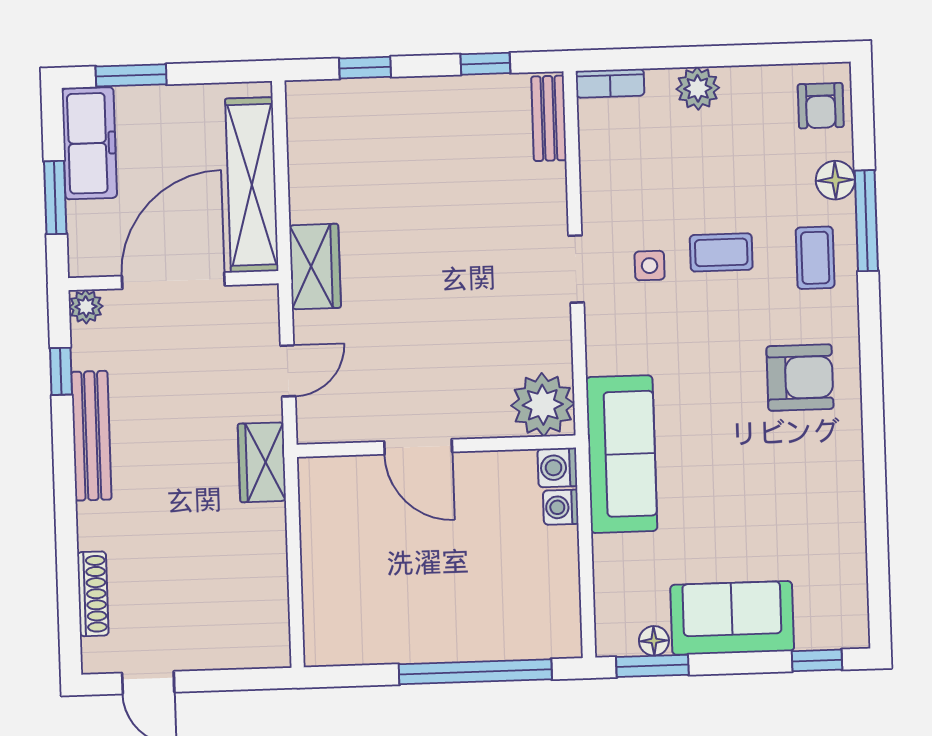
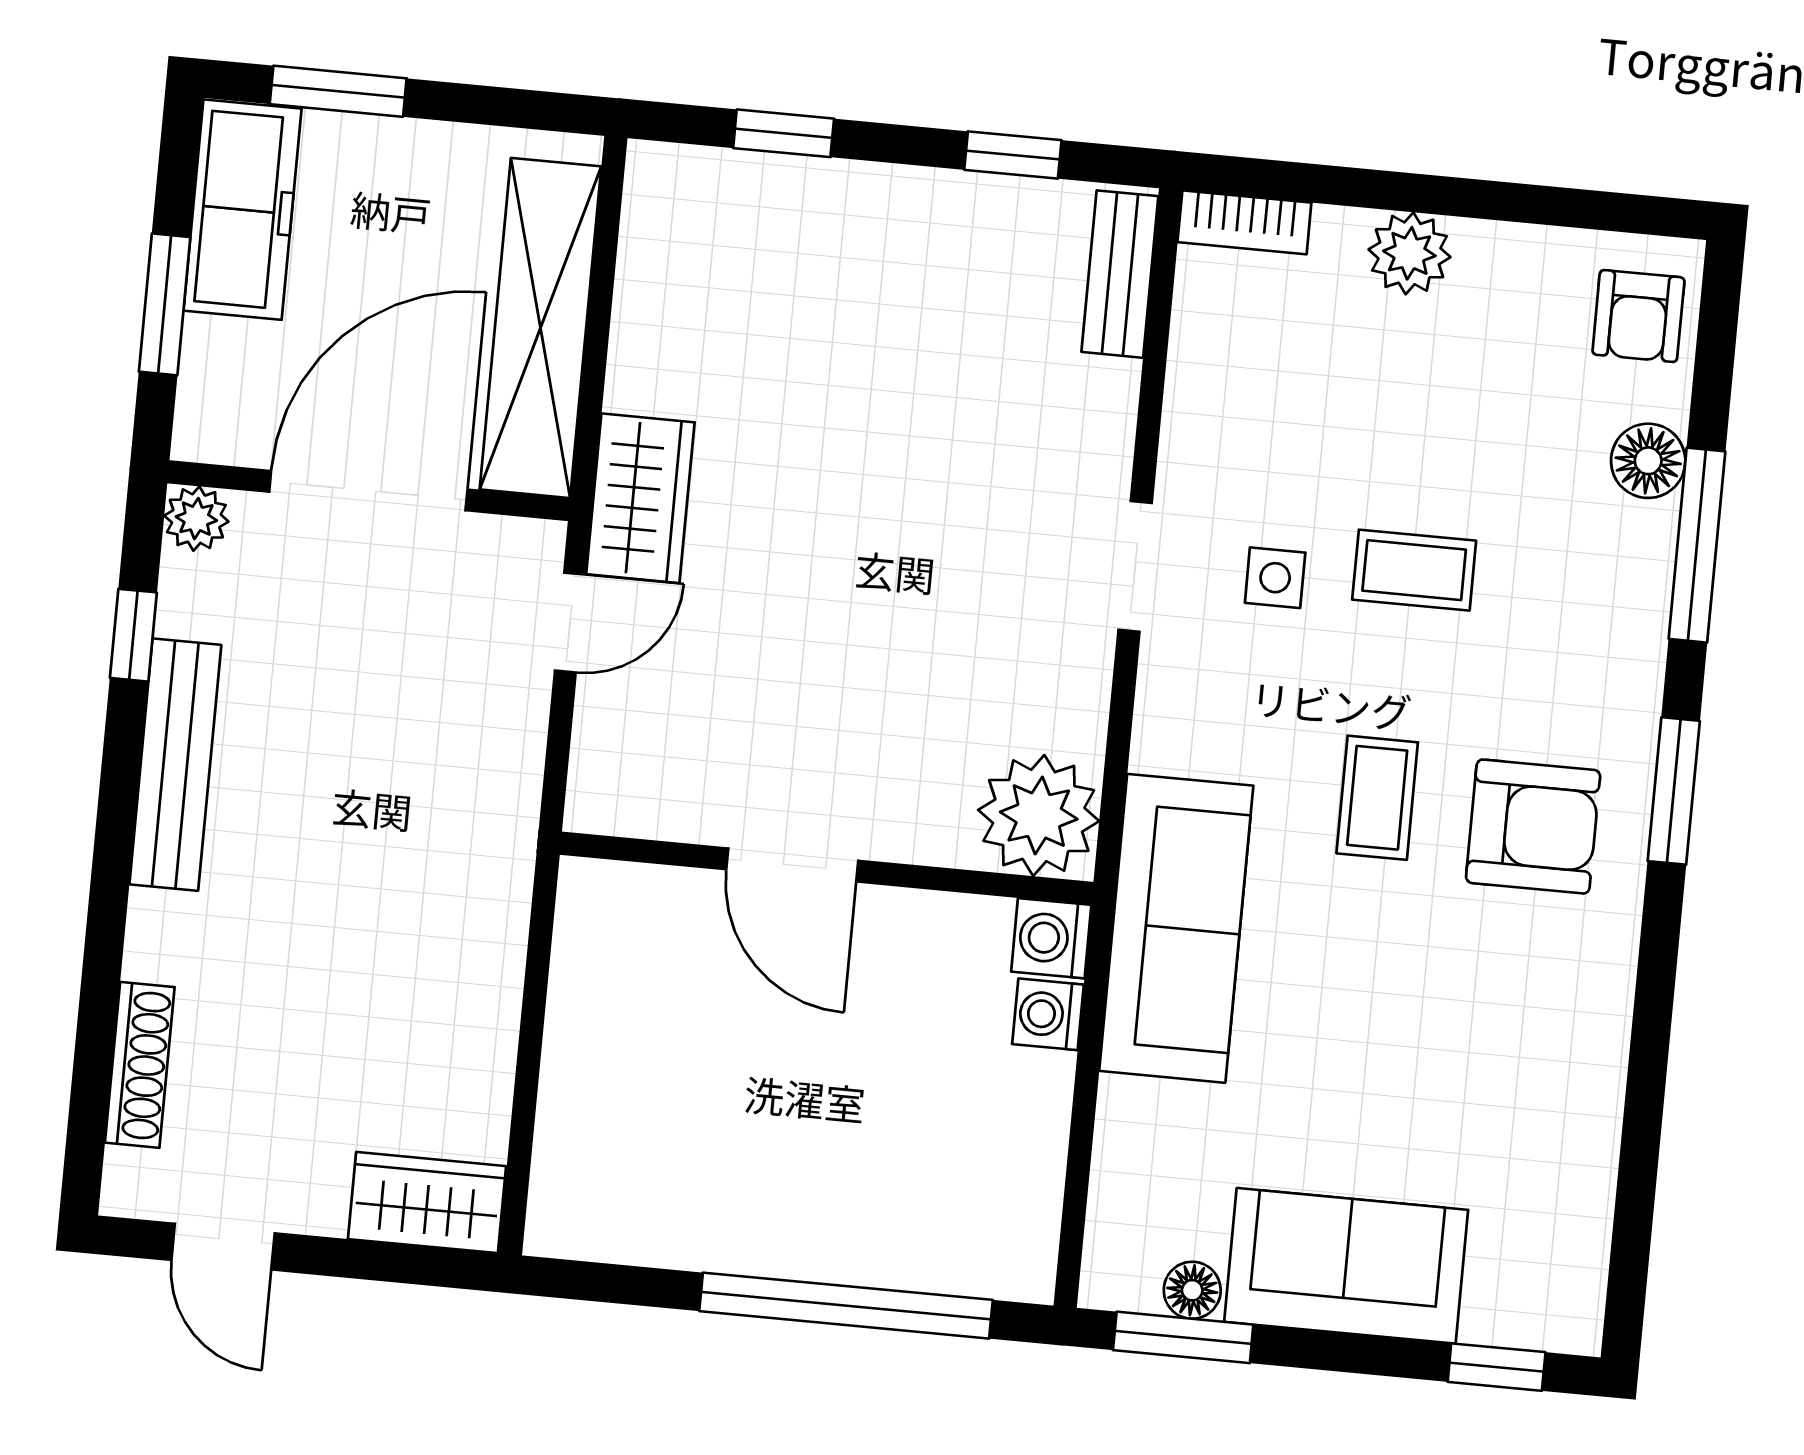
coffee table: (815, 258) -> (1377, 798), moved
window: (871, 350) -> (1674, 791), added
door: (288, 371) -> (570, 623), moved
wardrobe: (262, 462) -> (427, 1203), moved, turned 90

